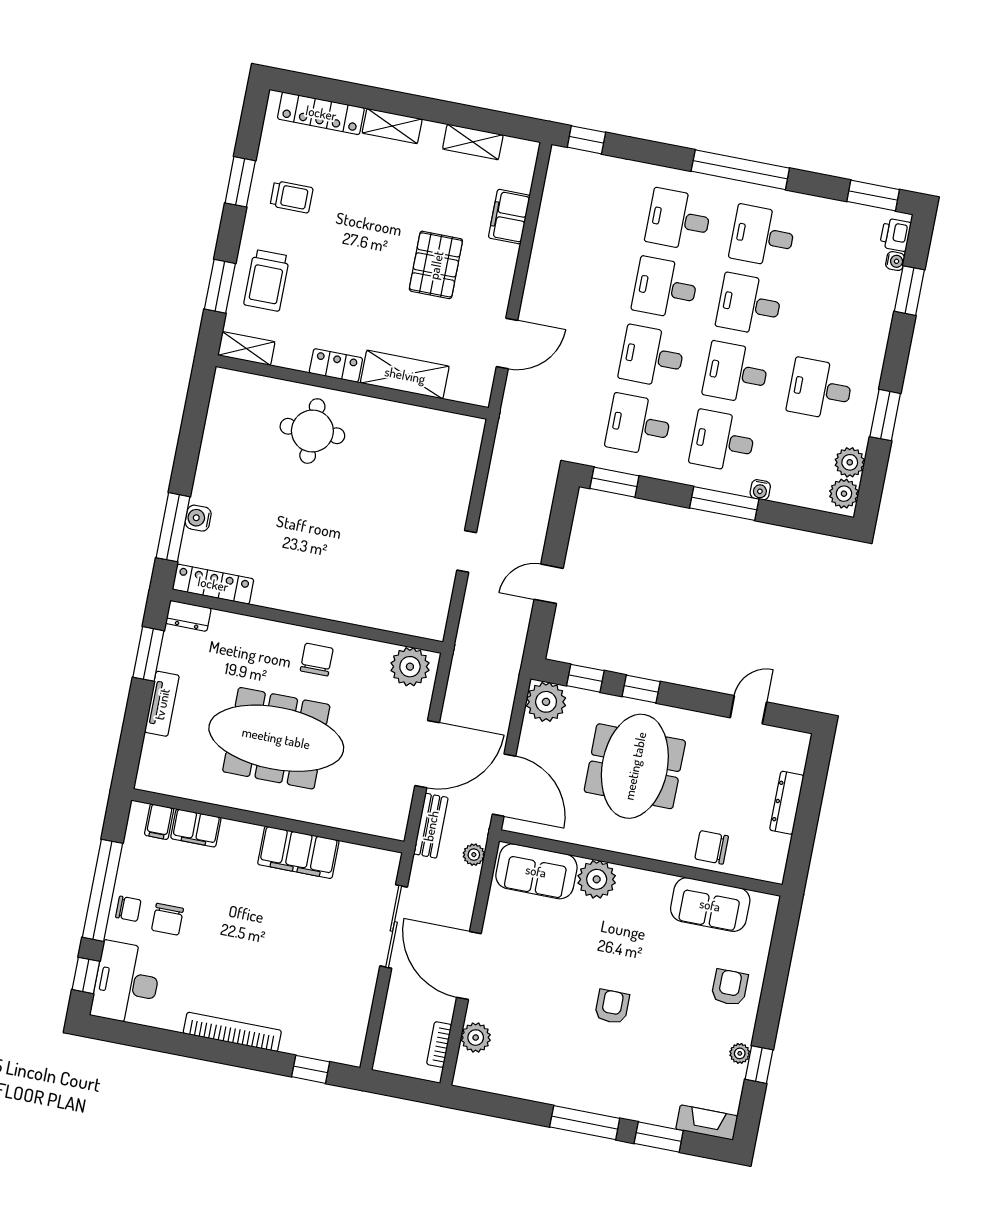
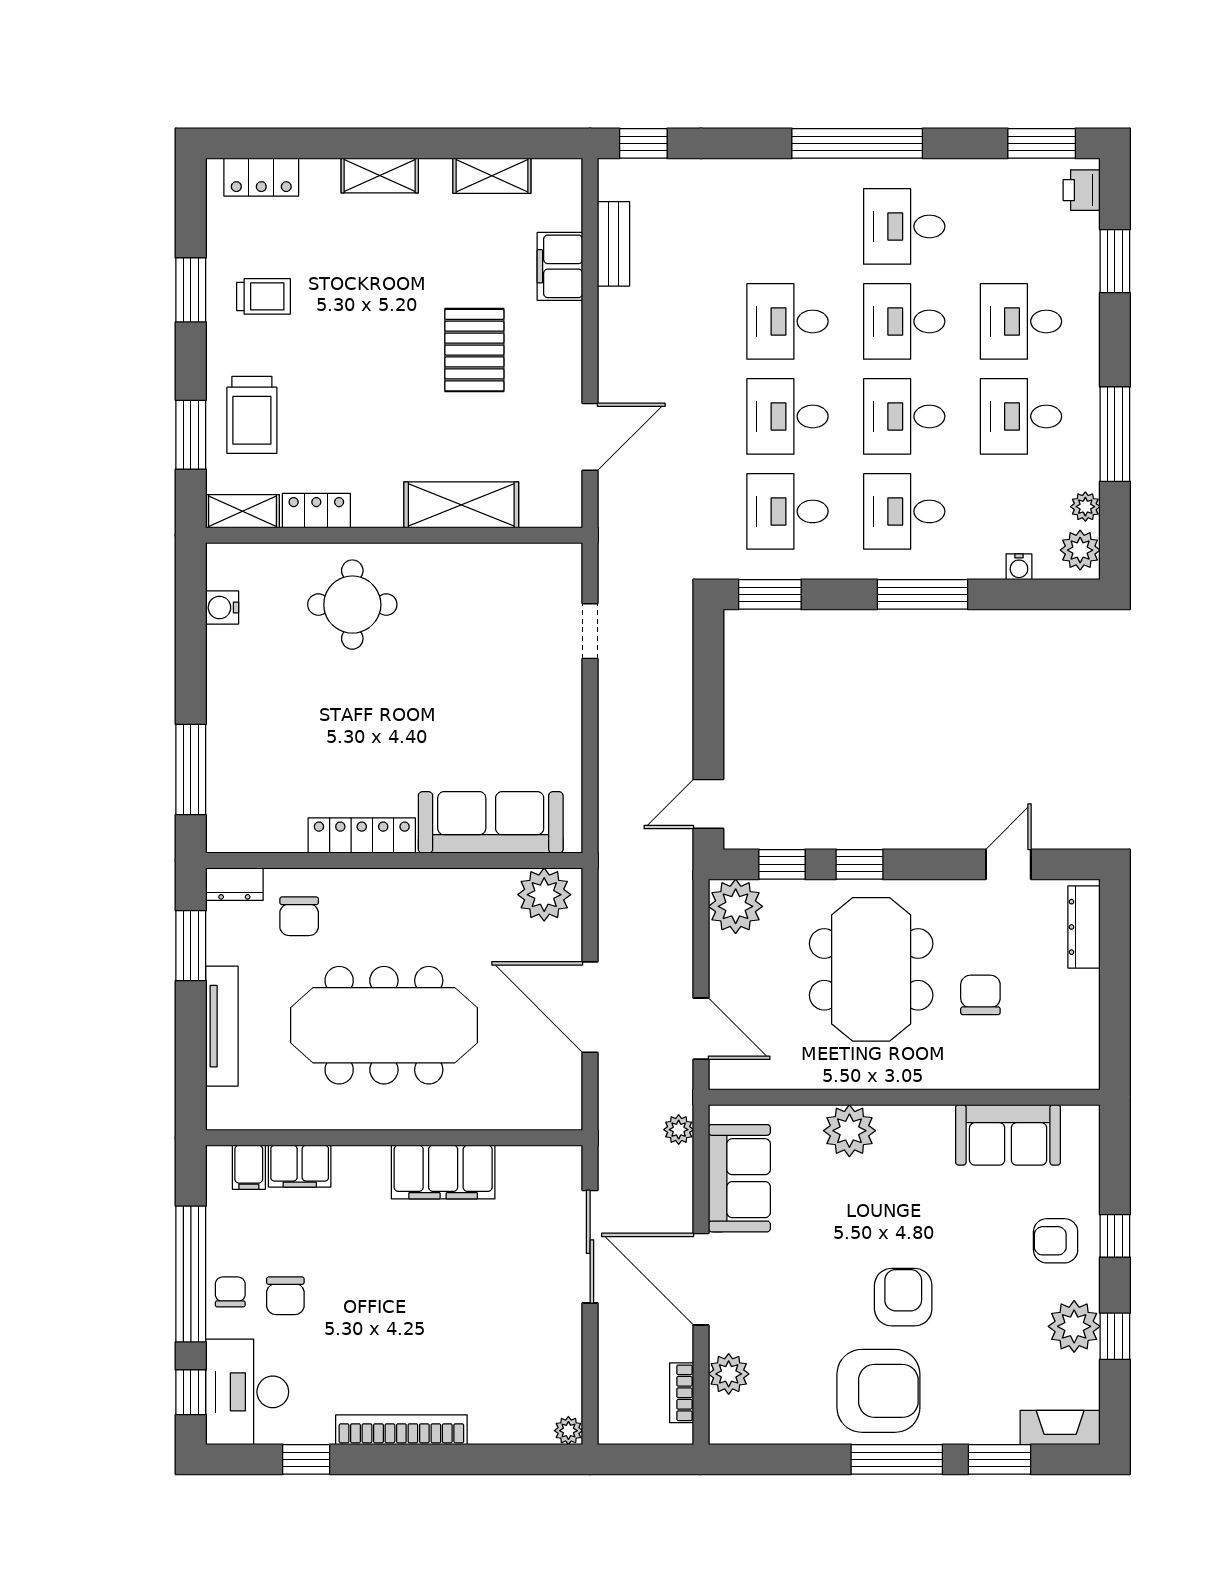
locker: (321, 113) -> (261, 177), width x0.66
desk: (679, 220) -> (1021, 321), moved
water cooler: (895, 261) -> (1088, 225), removed
locker: (336, 365) -> (316, 511), moved
window: (885, 415) -> (1115, 434), width x1.44
plant: (850, 462) -> (1085, 507), width x0.73, depth x0.73
water cooler: (760, 490) -> (1019, 567), moved
water cooler: (198, 518) -> (222, 608), moved
doorway: (467, 551) -> (590, 631), moved
locker: (213, 584) -> (362, 835), moved
door: (549, 584) -> (708, 804), moved
sofa: (382, 607) -> (491, 822), added
chair: (317, 660) -> (299, 916), moved, turned 180
tv unit: (162, 704) -> (222, 1026), width x1.41
door: (427, 754) -> (590, 1007), swing flipped
door: (504, 785) -> (701, 1029), width x0.73
dresser: (787, 803) -> (1084, 927), moved
bench: (431, 826) -> (614, 244), moved
chair: (712, 847) -> (980, 995), moved, turned 90
sofa: (536, 871) -> (739, 1178), moved, turned -90
chair: (128, 909) -> (230, 1292), turned -90
armchair: (730, 987) -> (1056, 1241), turned -90
window: (773, 992) -> (1115, 1236), added
armchair: (612, 1007) -> (903, 1297), width x1.38, depth x1.38
plant: (740, 1053) -> (1074, 1326), width x1.87, depth x1.87
plant: (352, 1056) -> (568, 1431), added
window: (311, 1069) -> (306, 1459), moved
armchair: (581, 1071) -> (878, 1391), added

